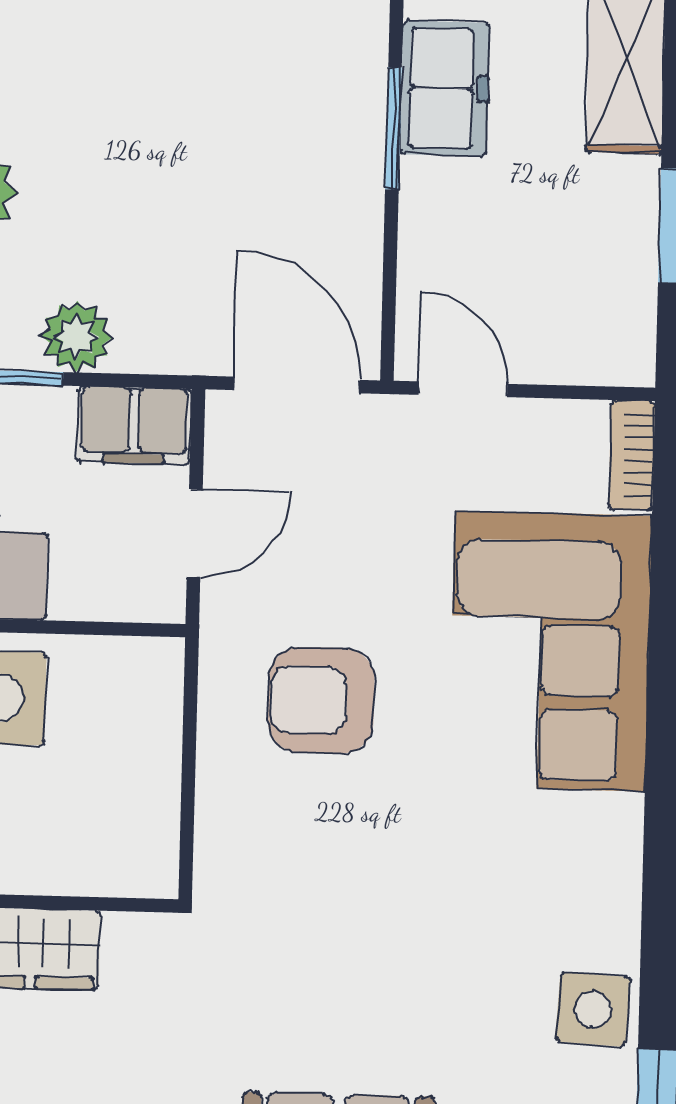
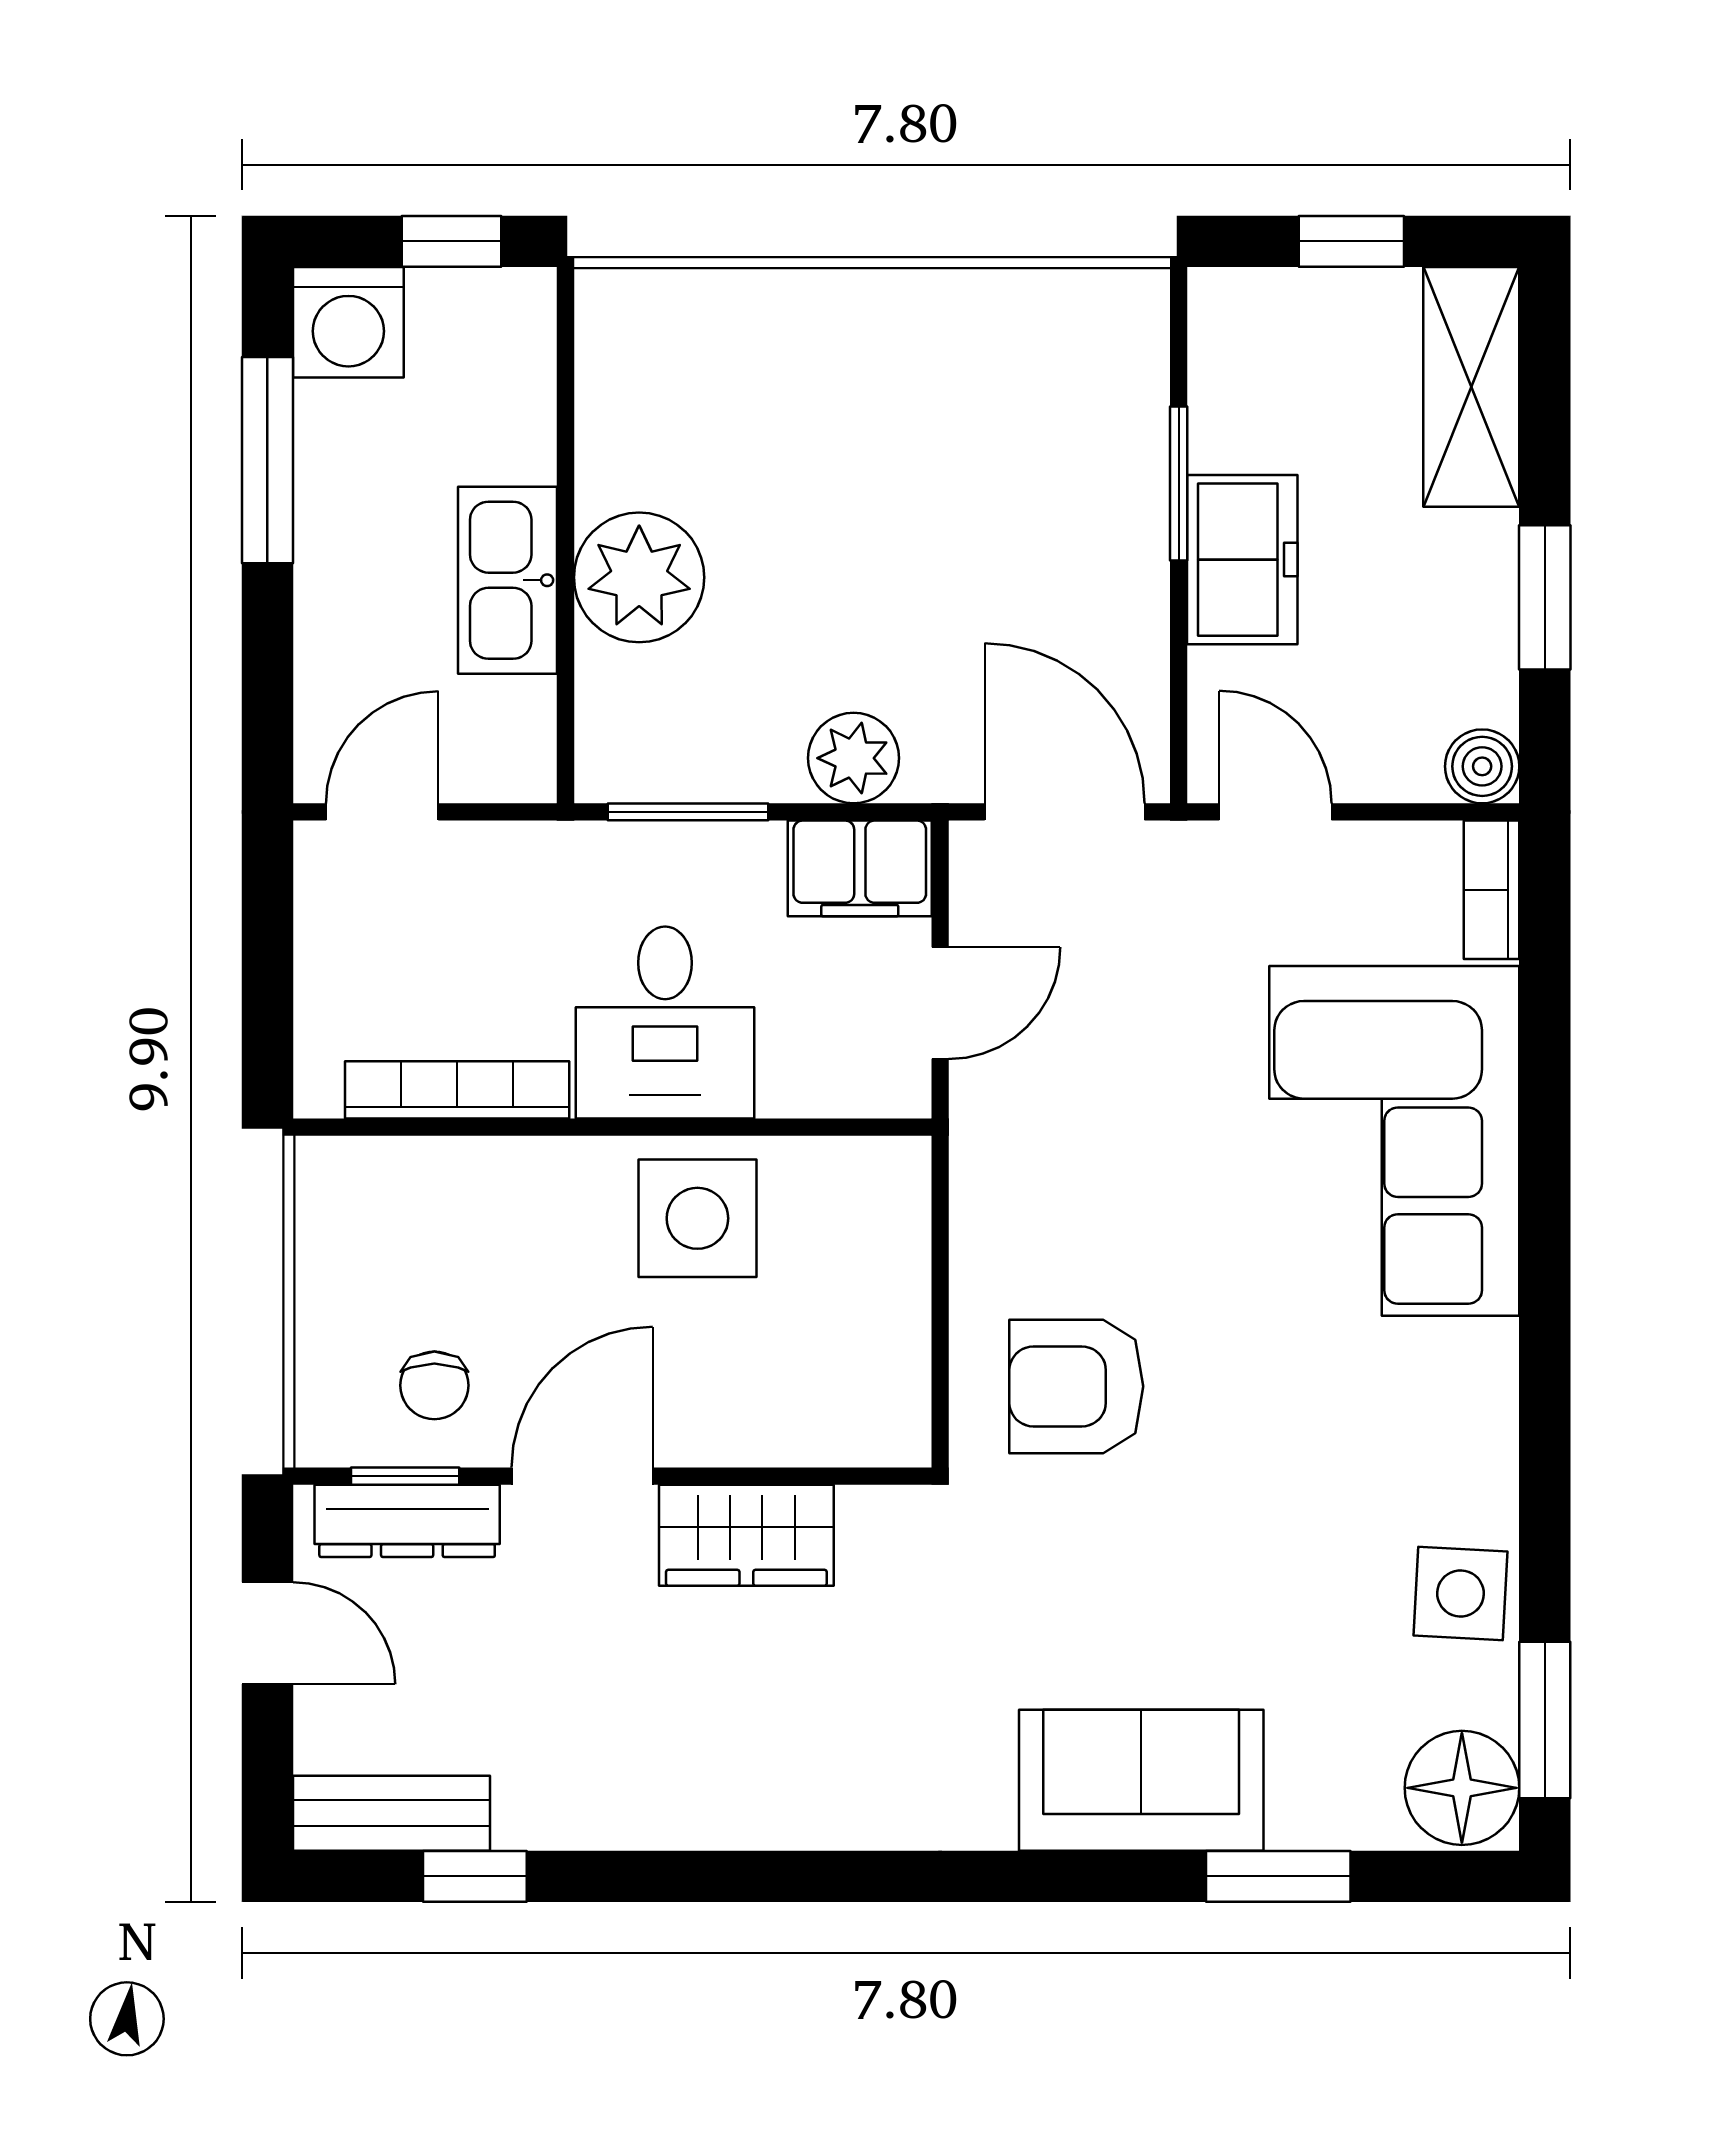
freezer: (445, 88) -> (1242, 560), moved
plant: (77, 337) -> (854, 758), moved
boiler: (627, 358) -> (1482, 766), added
armchair: (321, 700) -> (1076, 1386), moved

